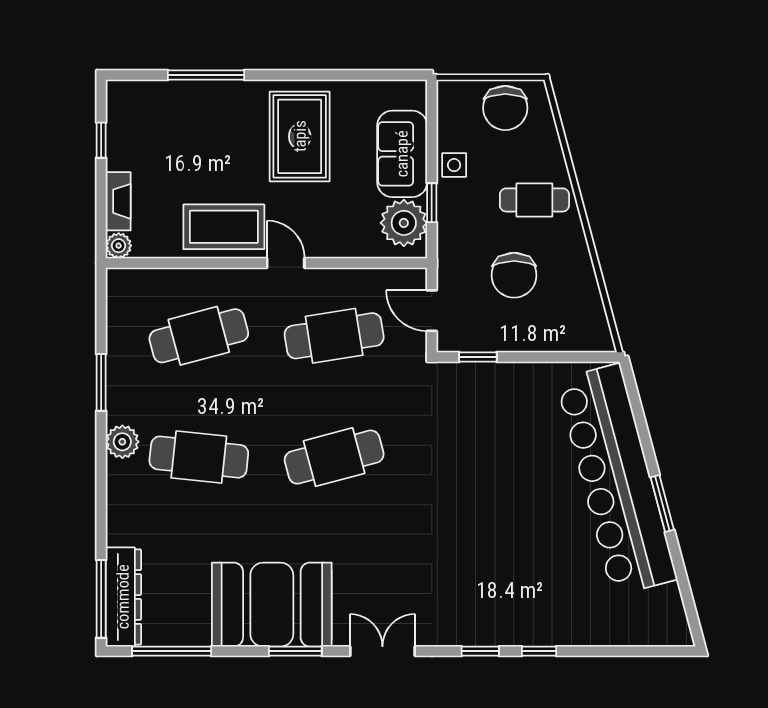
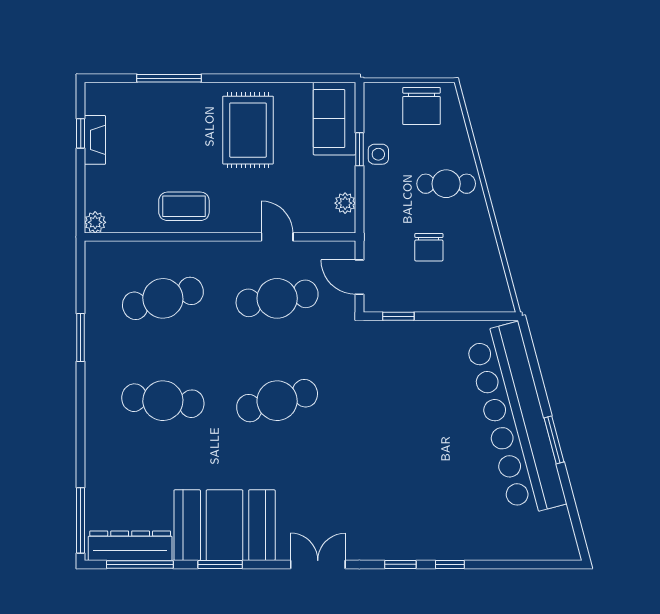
sofa: (402, 154) -> (335, 119), moved
fireplace: (118, 201) -> (95, 140), moved
window: (432, 203) -> (359, 149), moved
plant: (404, 223) -> (345, 203), width x0.53, depth x0.53
coffee table: (224, 227) -> (184, 206), width x0.73, depth x0.76
door: (286, 263) -> (277, 237), moved
chair: (514, 275) -> (429, 247), width x0.73, depth x0.73
plant: (122, 442) -> (98, 388), removed
dresser: (123, 597) -> (130, 546), moved, turned -90
window: (295, 651) -> (220, 564), moved

